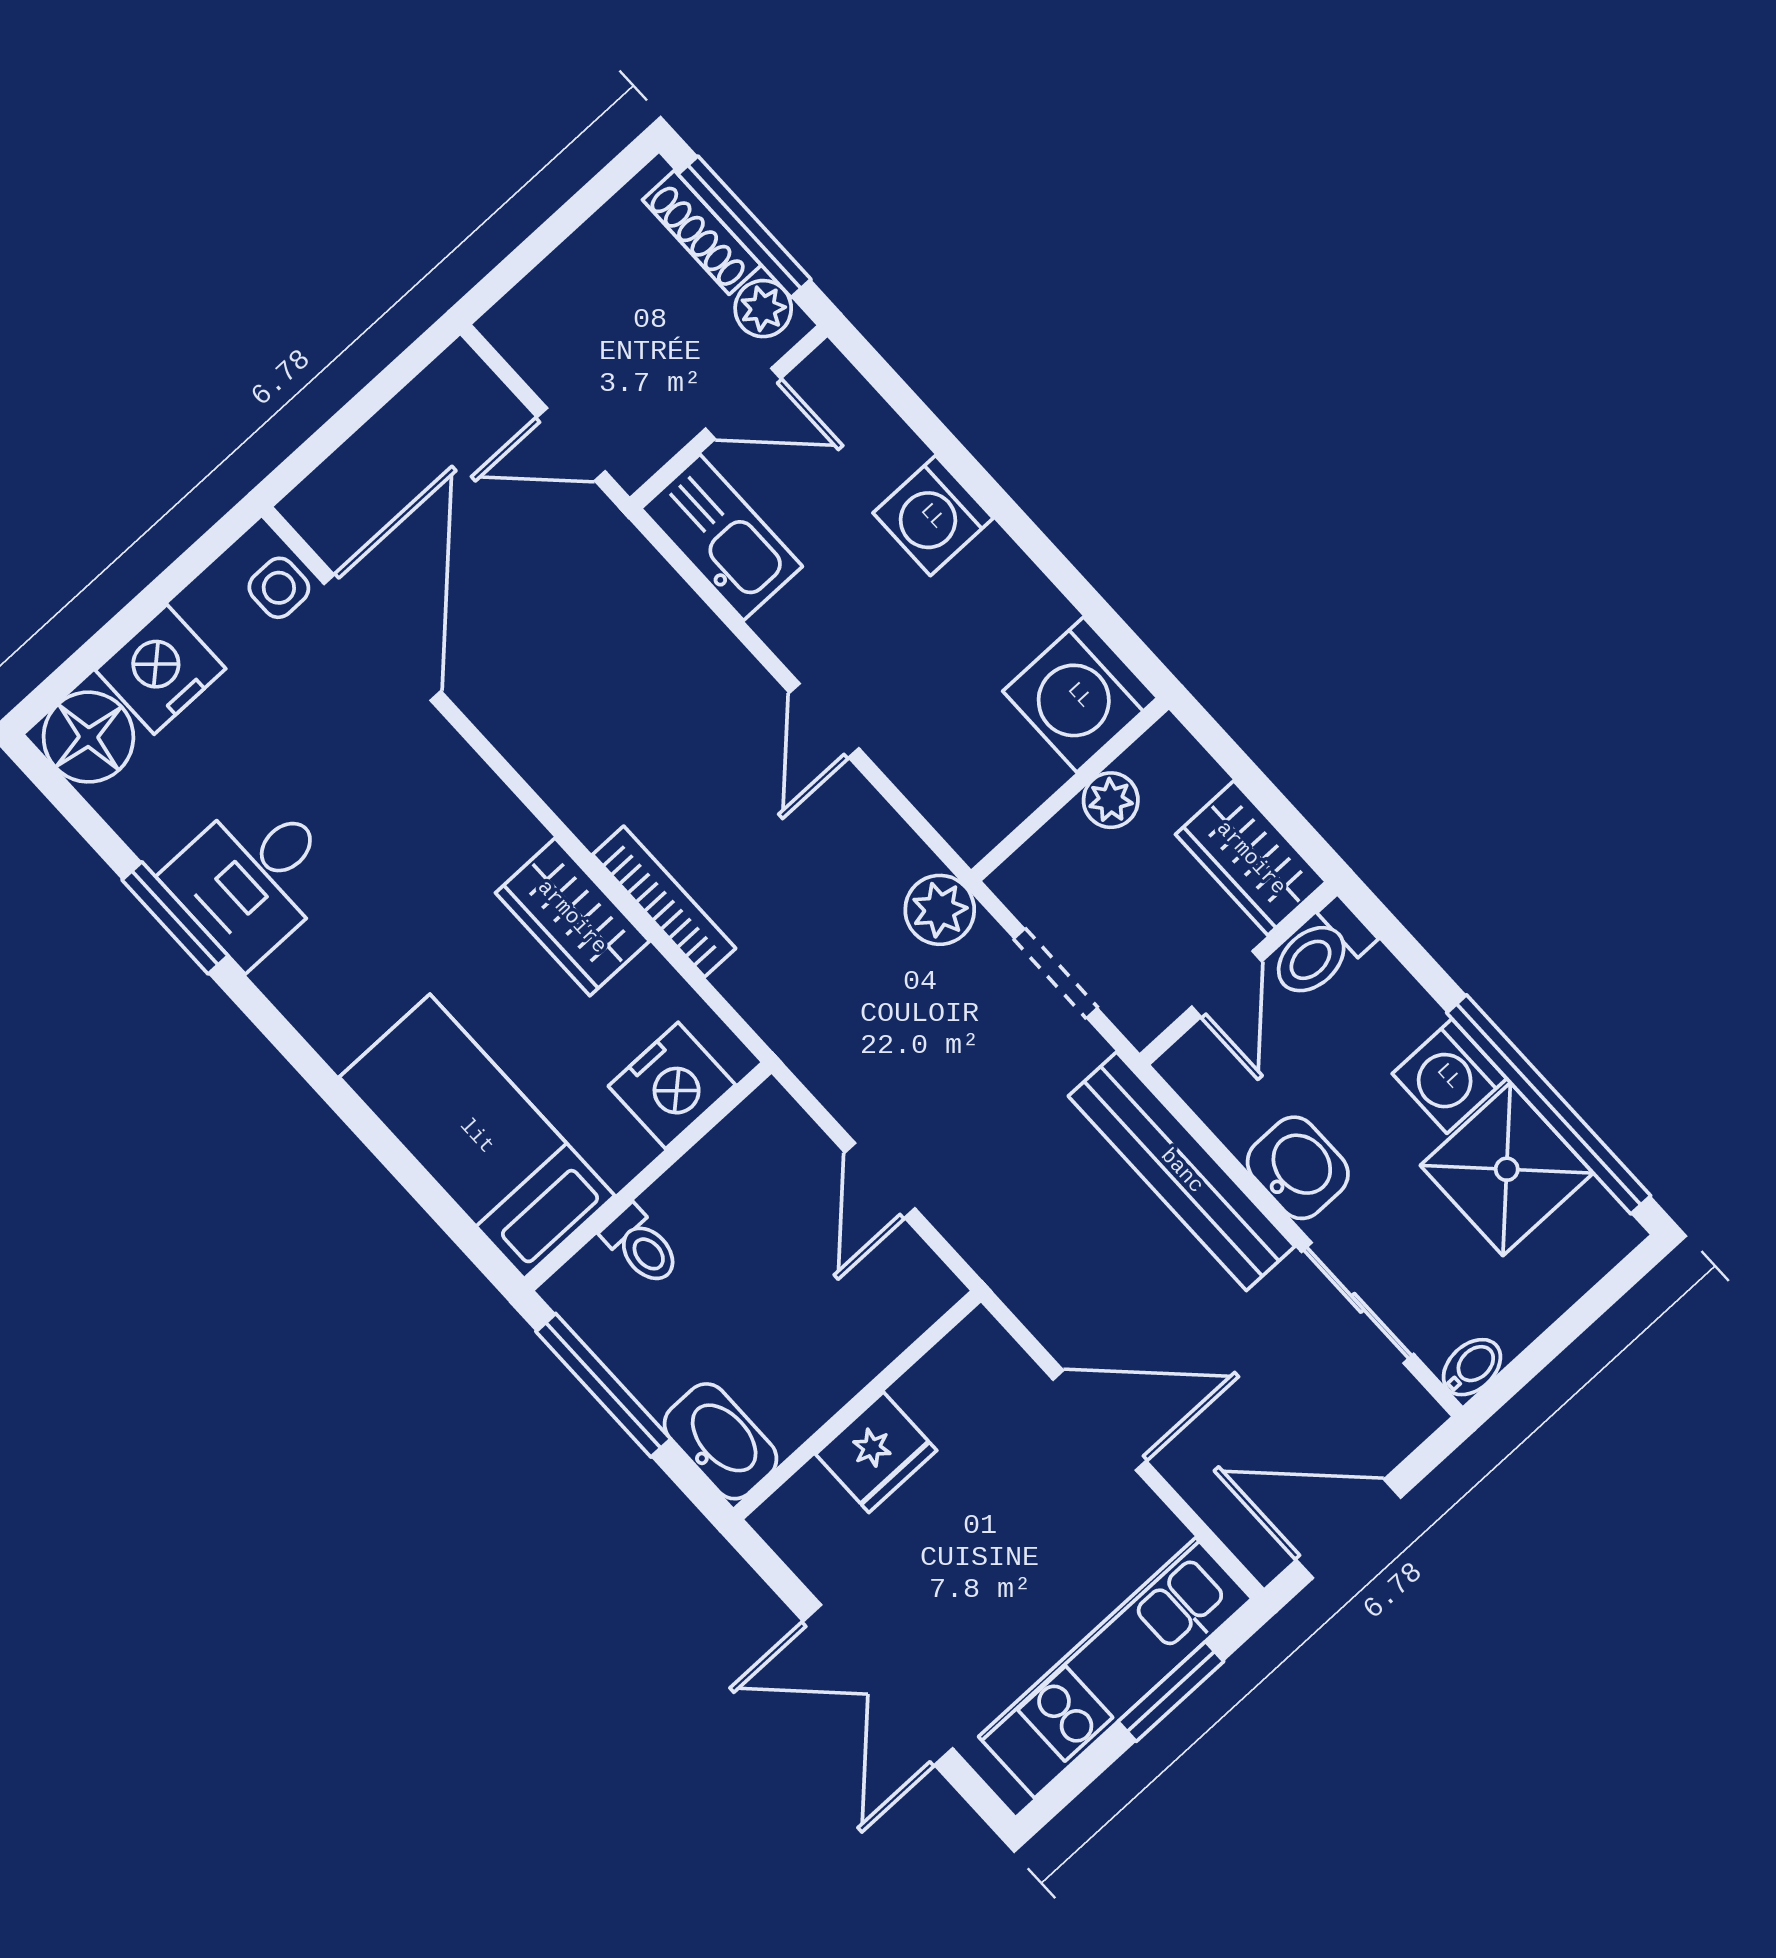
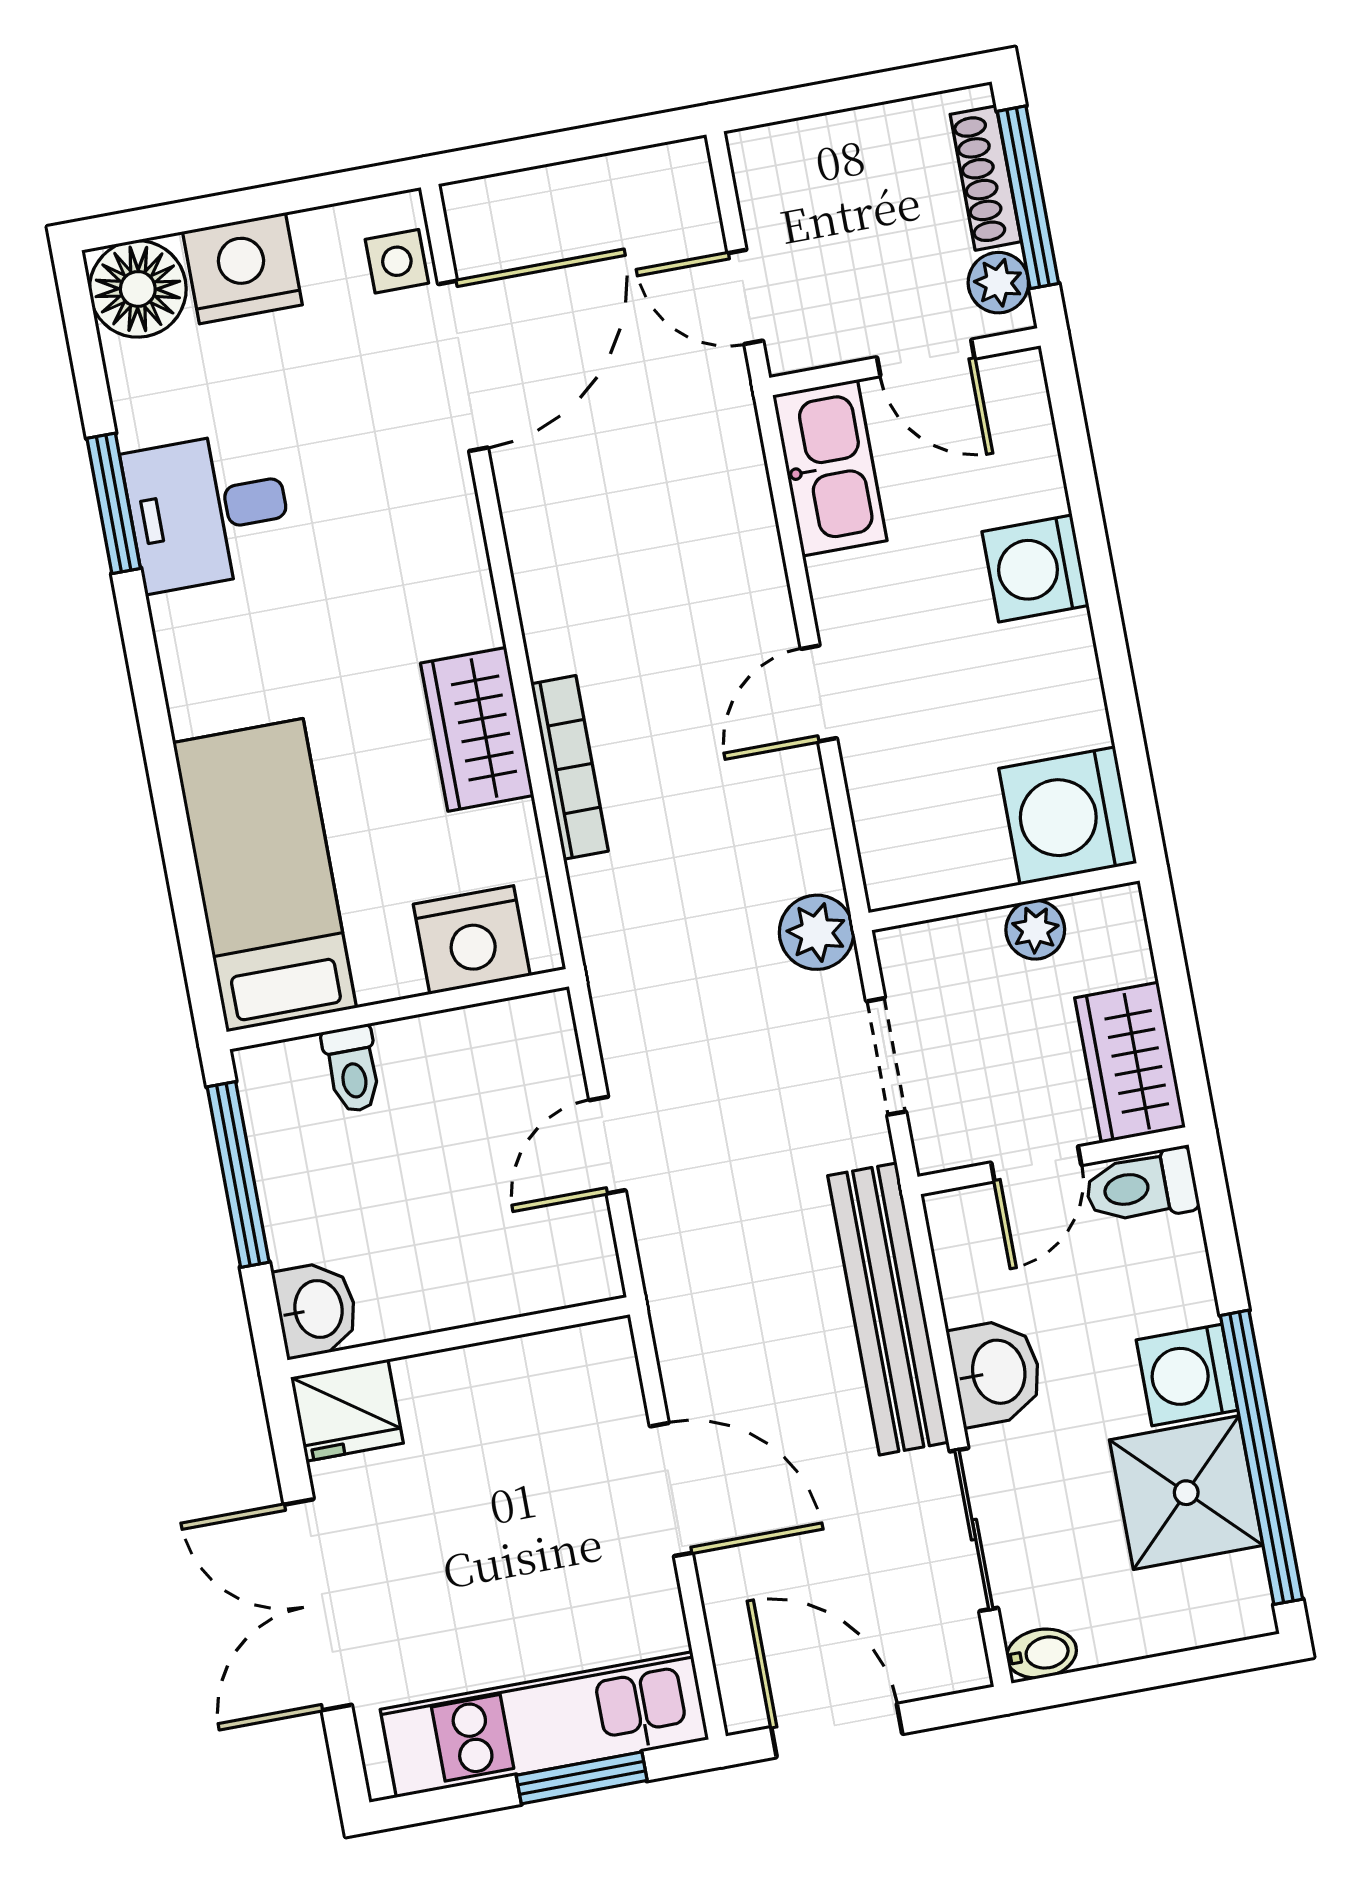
washbasin: (721, 1441) -> (316, 1309), width x0.72
fridge: (876, 1452) -> (347, 1410), moved

